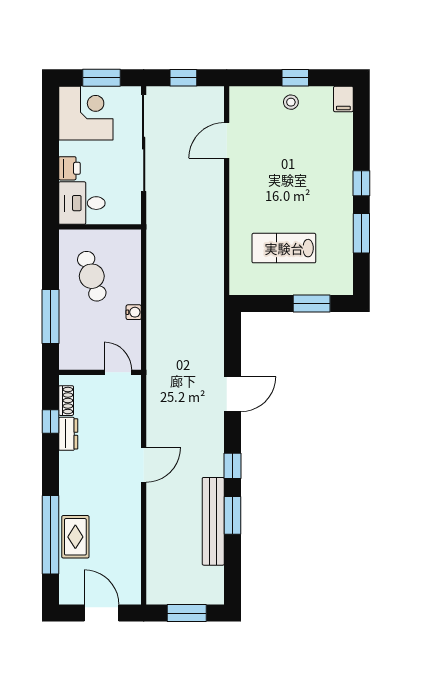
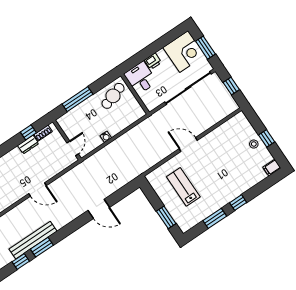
door: (227, 140) -> (188, 144), moved
cafe table: (92, 276) -> (113, 96), moved
window: (233, 466) -> (21, 262), moved

